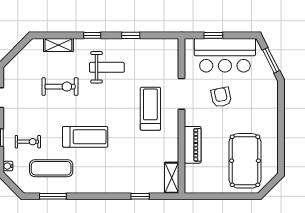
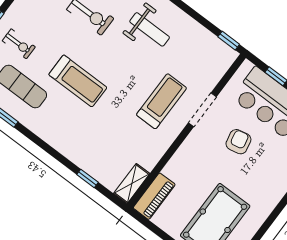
window: (131, 35) -> (229, 41), moved
piano: (193, 145) -> (154, 196), moved

